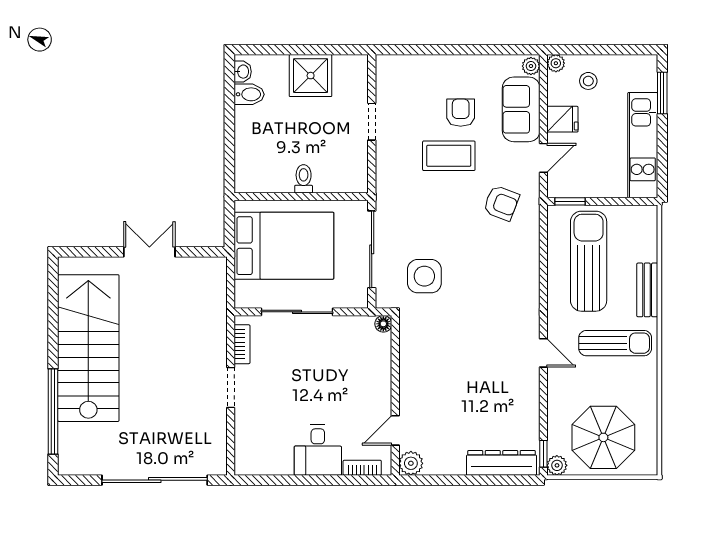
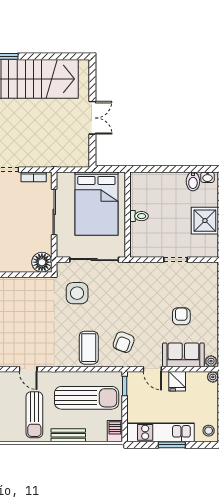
stool: (588, 81) -> (209, 431), moved
window: (662, 93) -> (172, 445), moved
armchair: (461, 113) -> (181, 316), turned -90
coffee table: (449, 156) -> (89, 348), moved
barbecue: (641, 217) -> (115, 431), added
floor lamp: (383, 324) -> (42, 262), width x1.89, depth x1.89
door: (543, 353) -> (28, 369), hinge flipped

